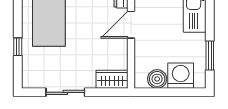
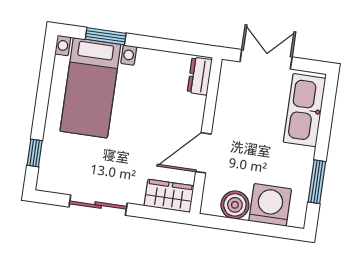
door: (131, 25) -> (203, 153), moved
window: (18, 47) -> (35, 153), moved

